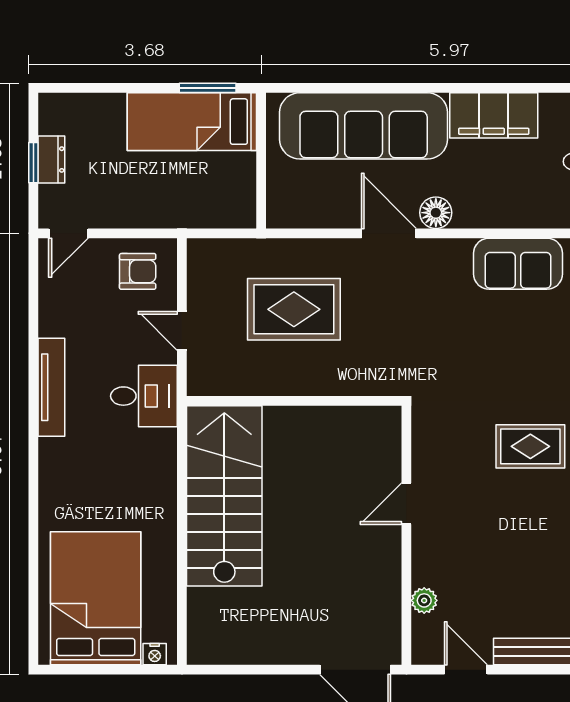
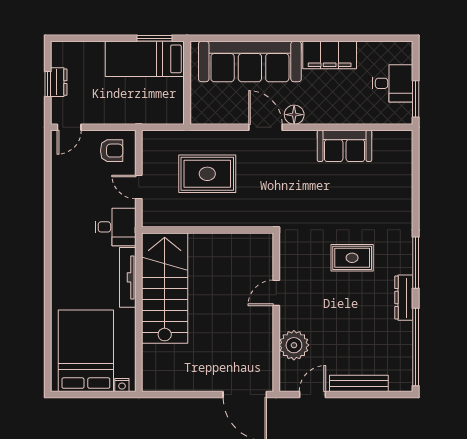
tv unit: (51, 387) -> (128, 277), moved, turned 180
plant: (424, 600) -> (294, 345), width x1.88, depth x1.88
door: (466, 670) -> (313, 395), hinge flipped

